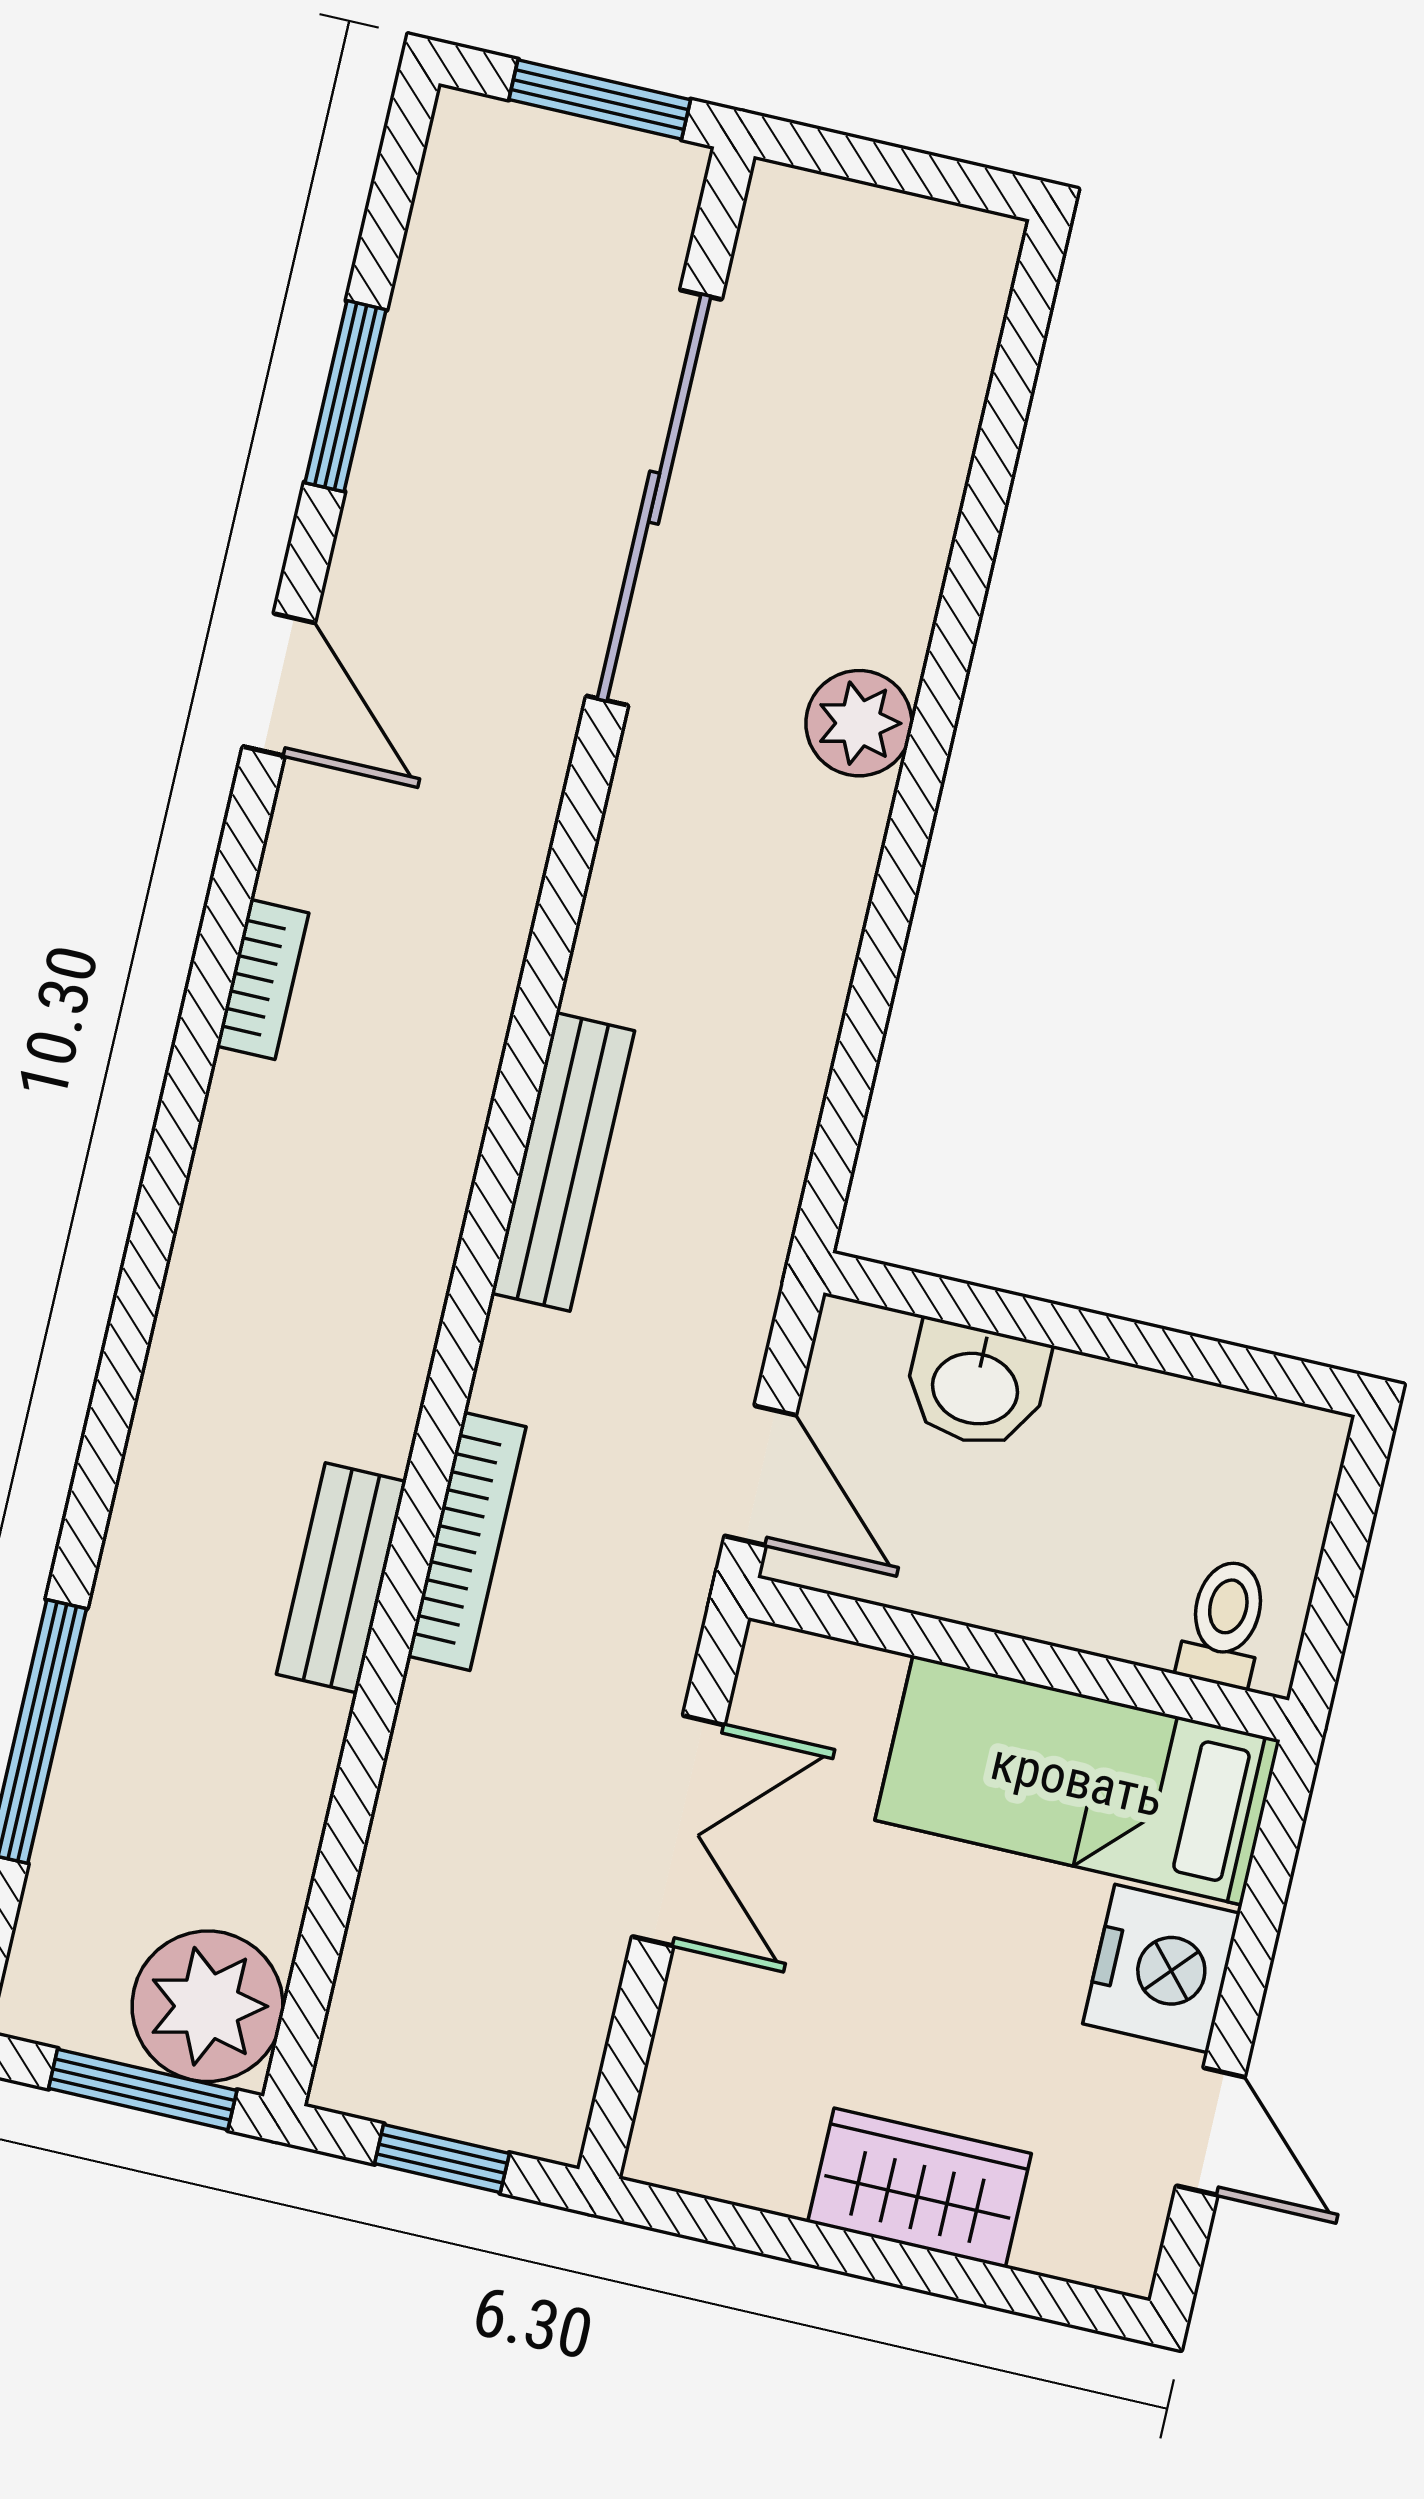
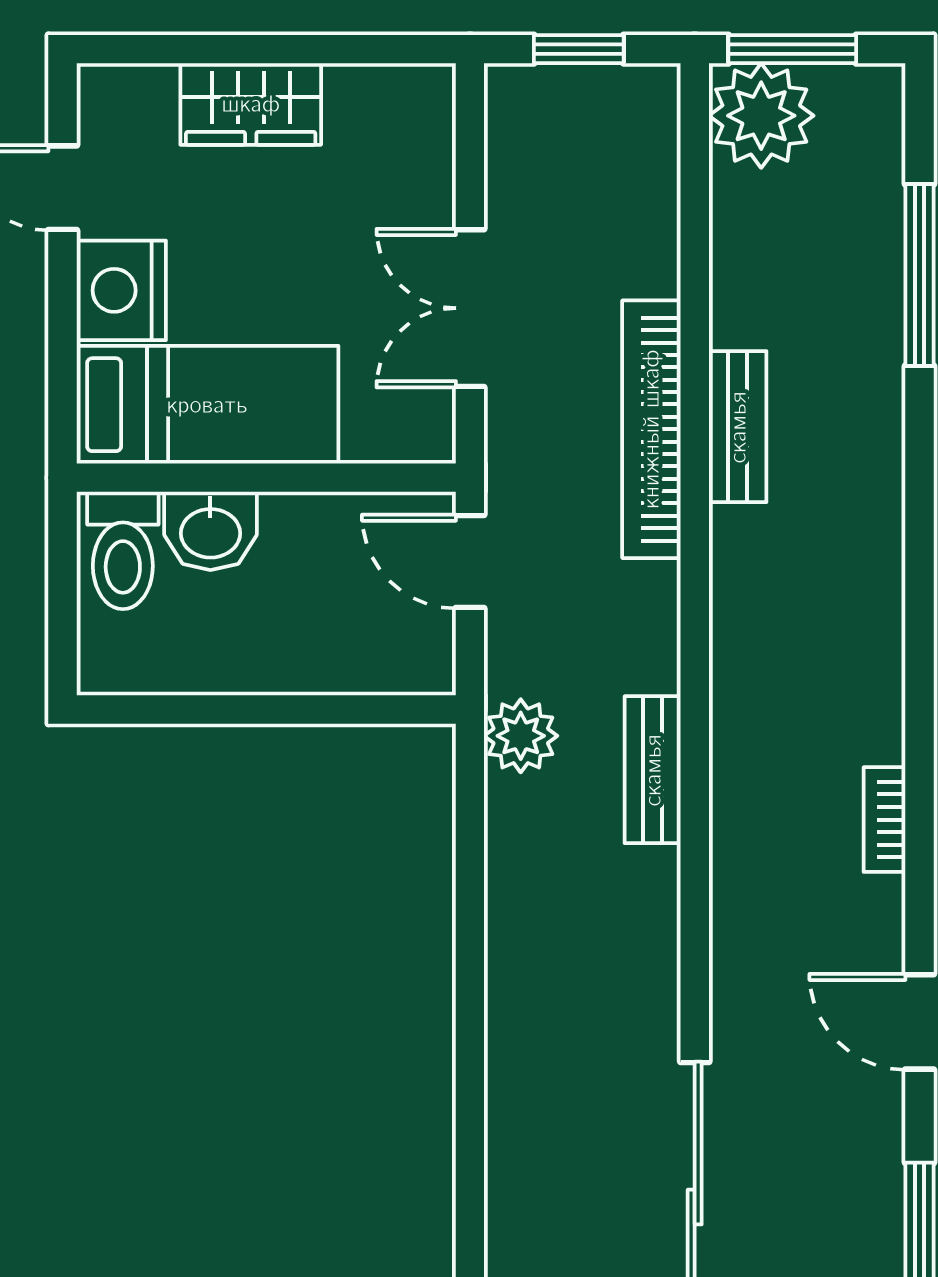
plant: (859, 723) -> (521, 736), moved
bench: (563, 1162) -> (653, 770), width x0.73
washbasin: (976, 1385) -> (210, 531), moved, turned 180
bookcase: (467, 1541) -> (651, 429), width x1.48, depth x1.31
toilet: (1224, 1623) -> (123, 550), width x1.37, depth x1.39

